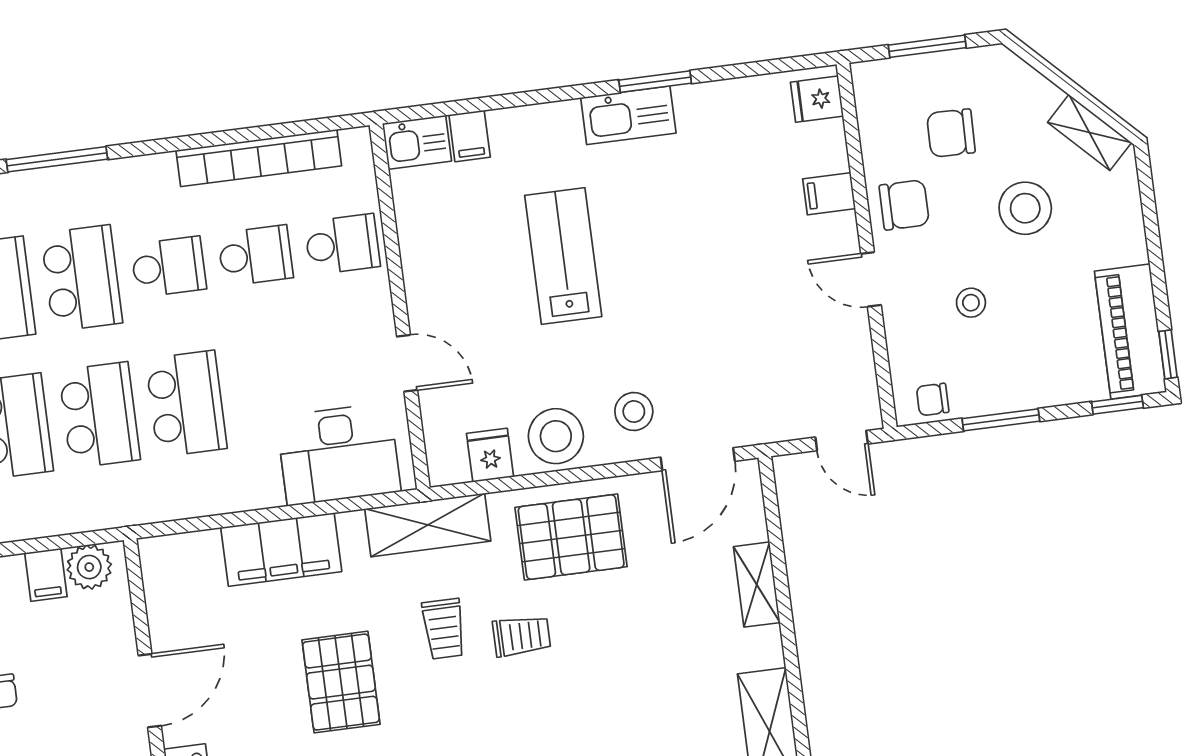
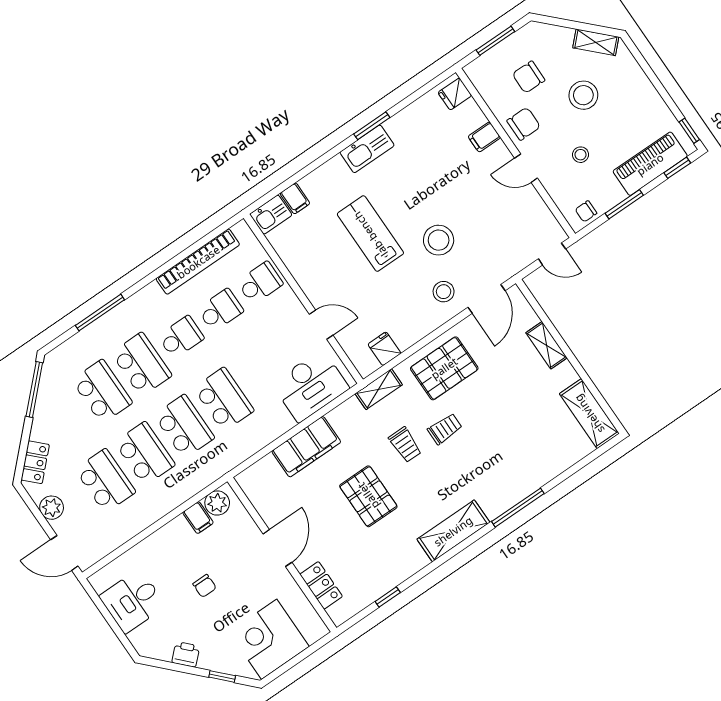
piano: (1130, 332) -> (650, 164), moved, turned 90
stool: (556, 436) -> (439, 240), moved
shelving: (428, 525) -> (379, 389), width x0.67, depth x0.75

